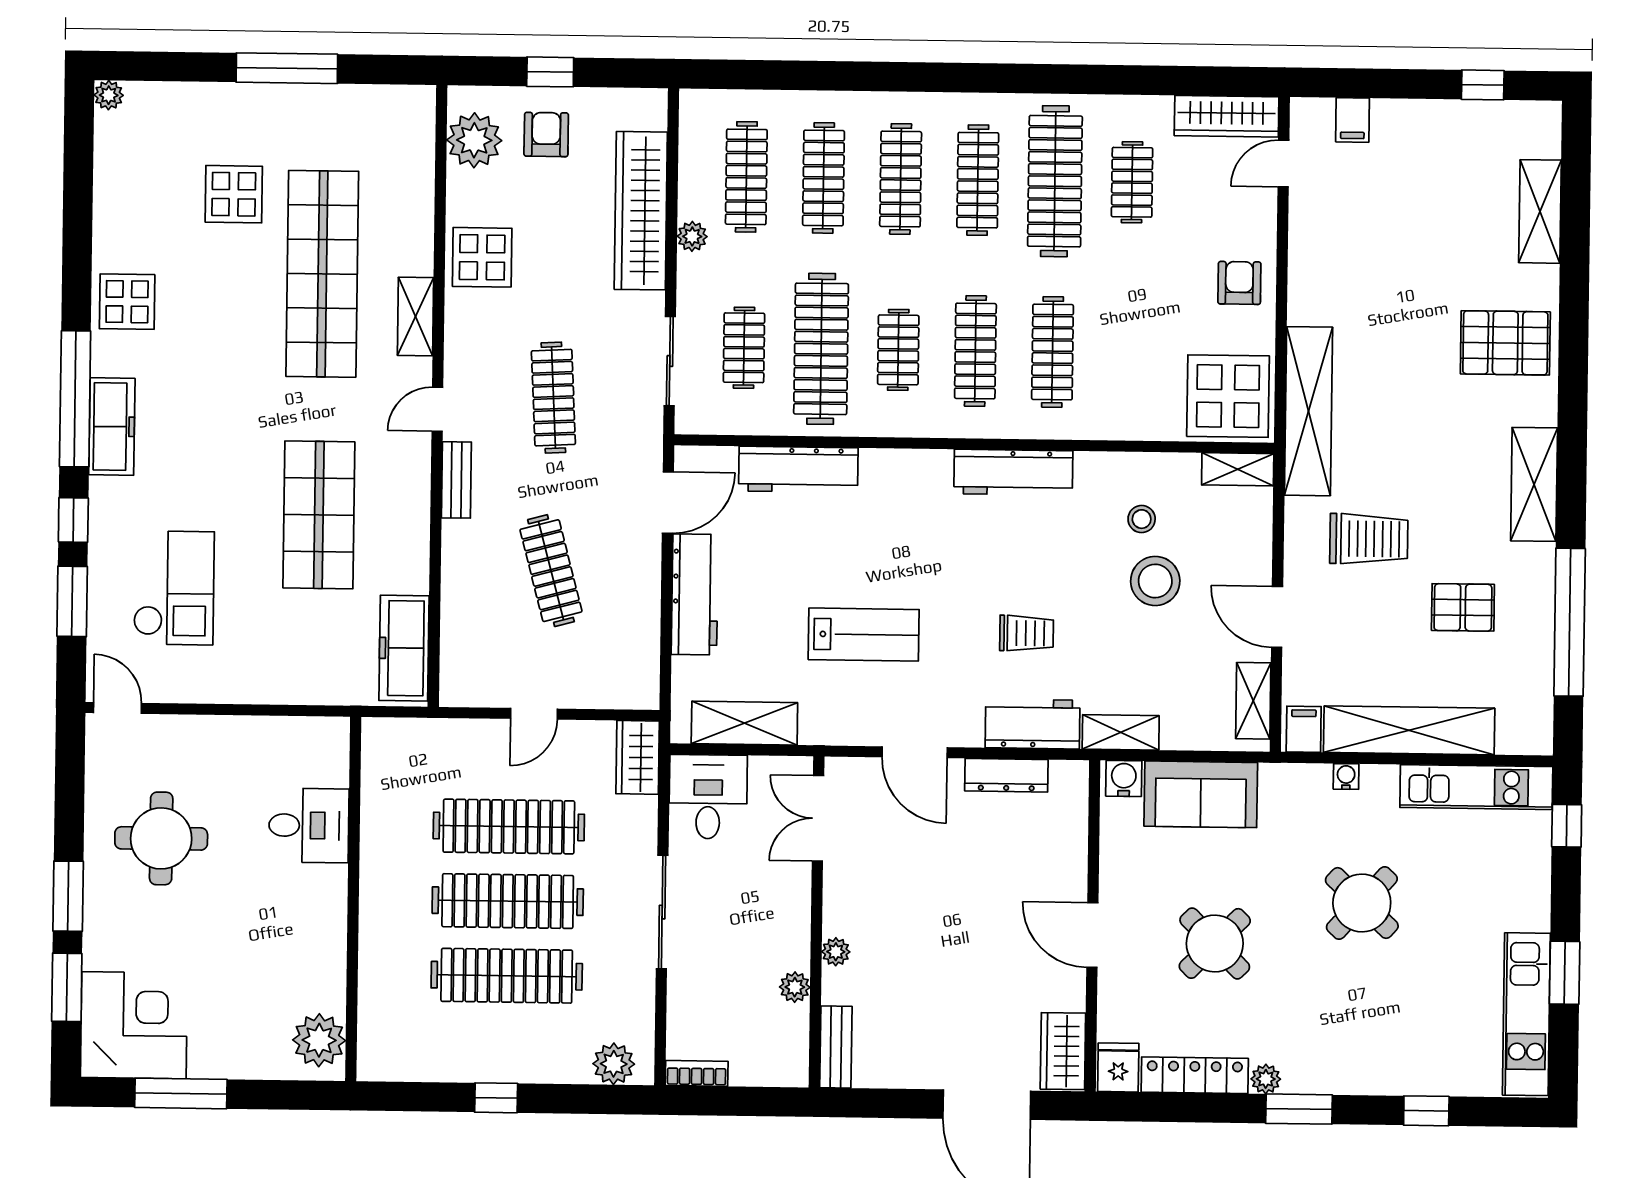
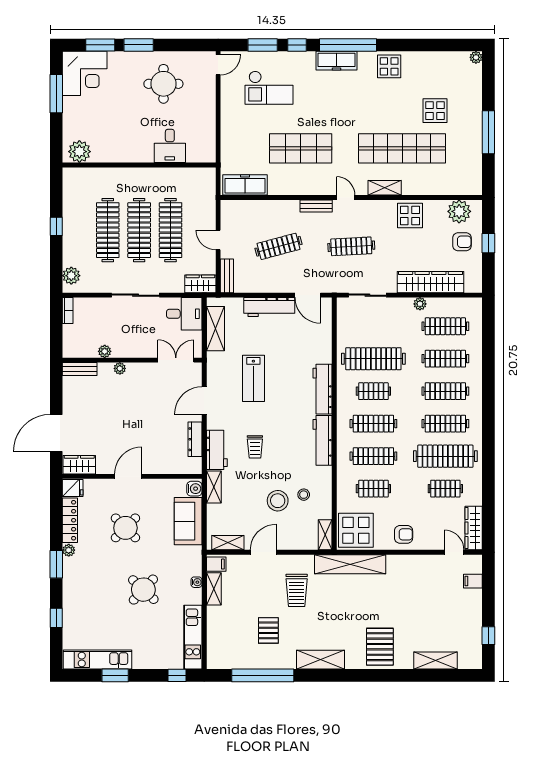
clothes rail: (744, 348) -> (373, 489), moved
workbench: (798, 469) -> (323, 389), moved
bench: (619, 694) -> (227, 276), added
shelving: (1409, 730) -> (214, 589), width x0.45, depth x0.75

